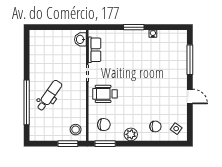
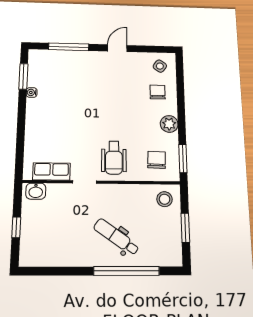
window: (56, 27) -> (16, 227), added
window: (134, 27) -> (23, 77), moved
window: (68, 144) -> (185, 228), moved

